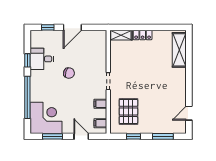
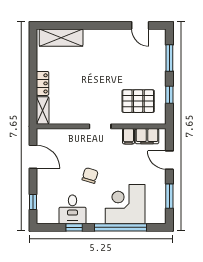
door: (72, 27) -> (33, 157), moved
corner desk: (46, 118) -> (125, 204), moved
filing cabinet: (100, 123) -> (147, 136), width x2.00
door: (81, 136) -> (169, 160), hinge flipped

